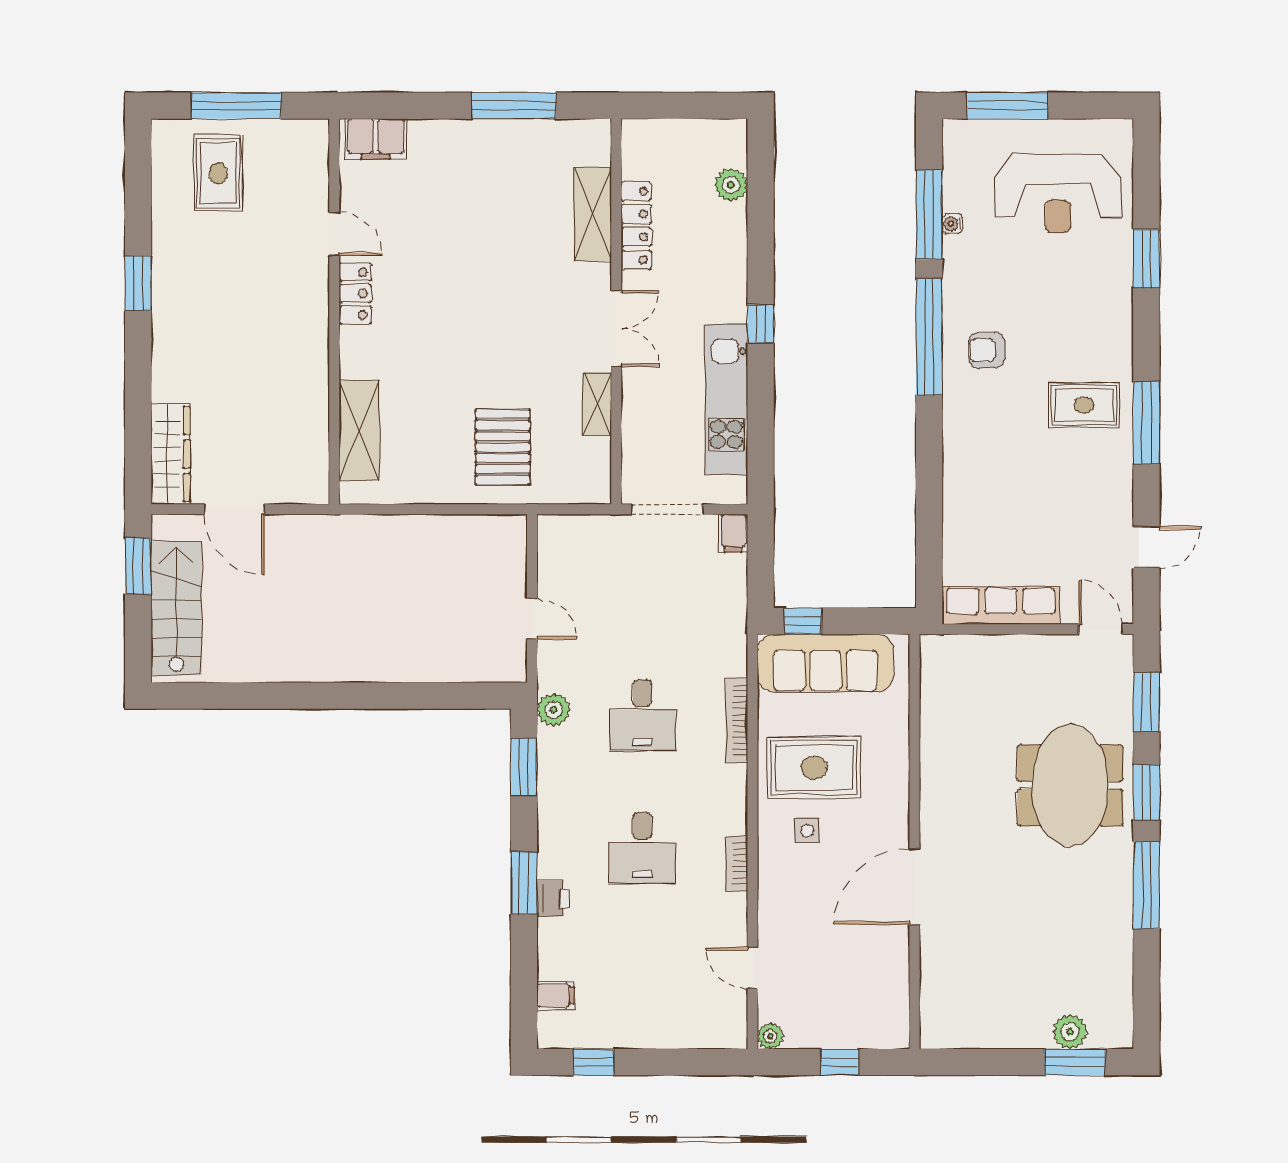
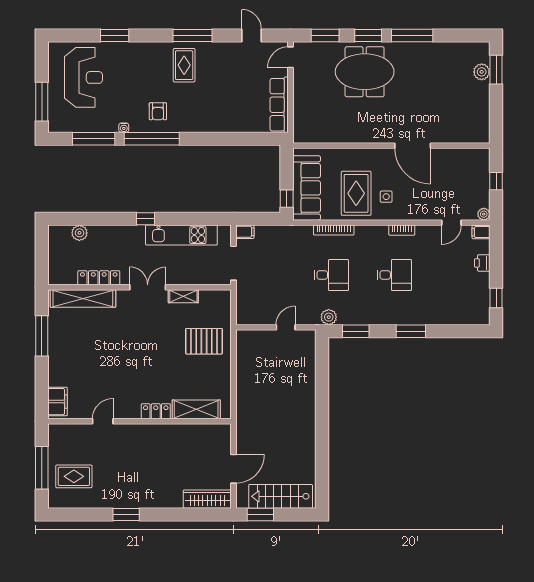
shelving: (593, 214) -> (83, 298), width x1.47
water cooler: (952, 224) -> (124, 128), moved
locker: (355, 294) -> (156, 411), moved
printer: (553, 898) -> (482, 263), moved, turned -90
filing cabinet: (556, 995) -> (481, 232), moved, turned -90

